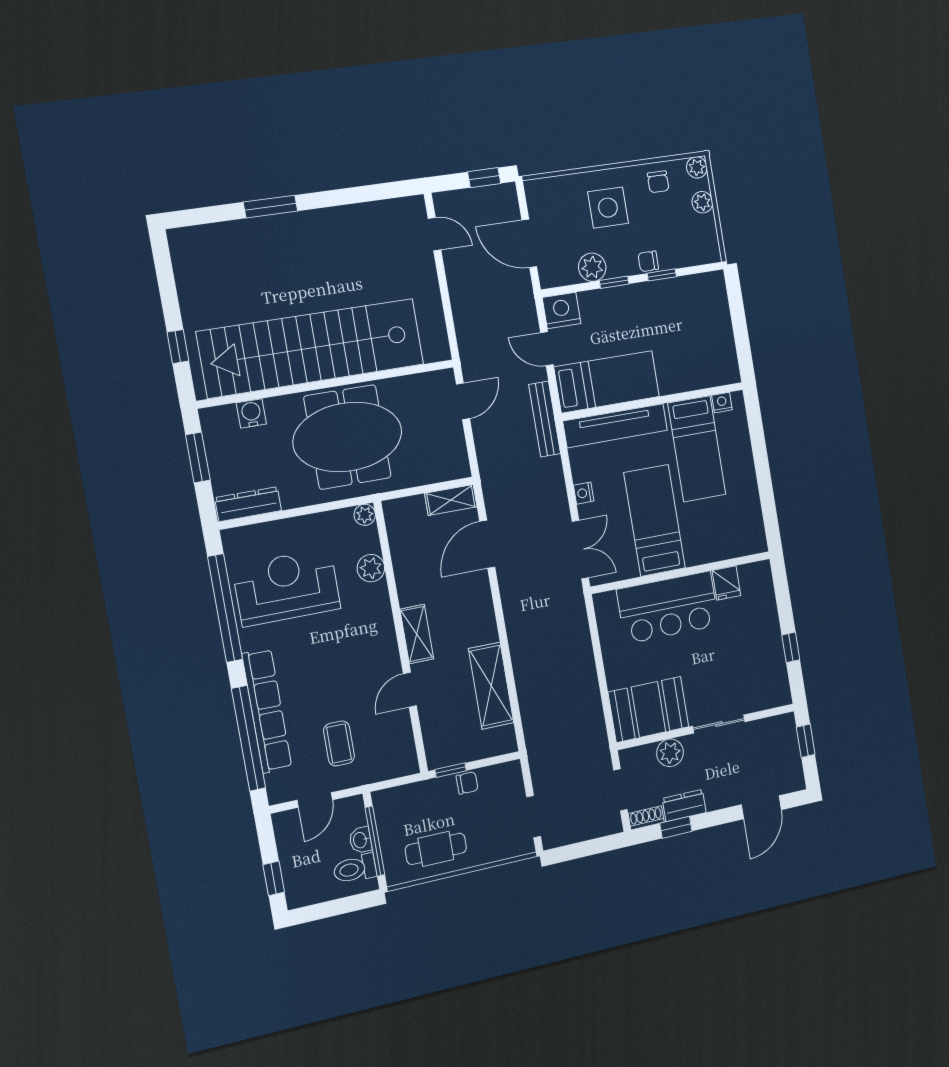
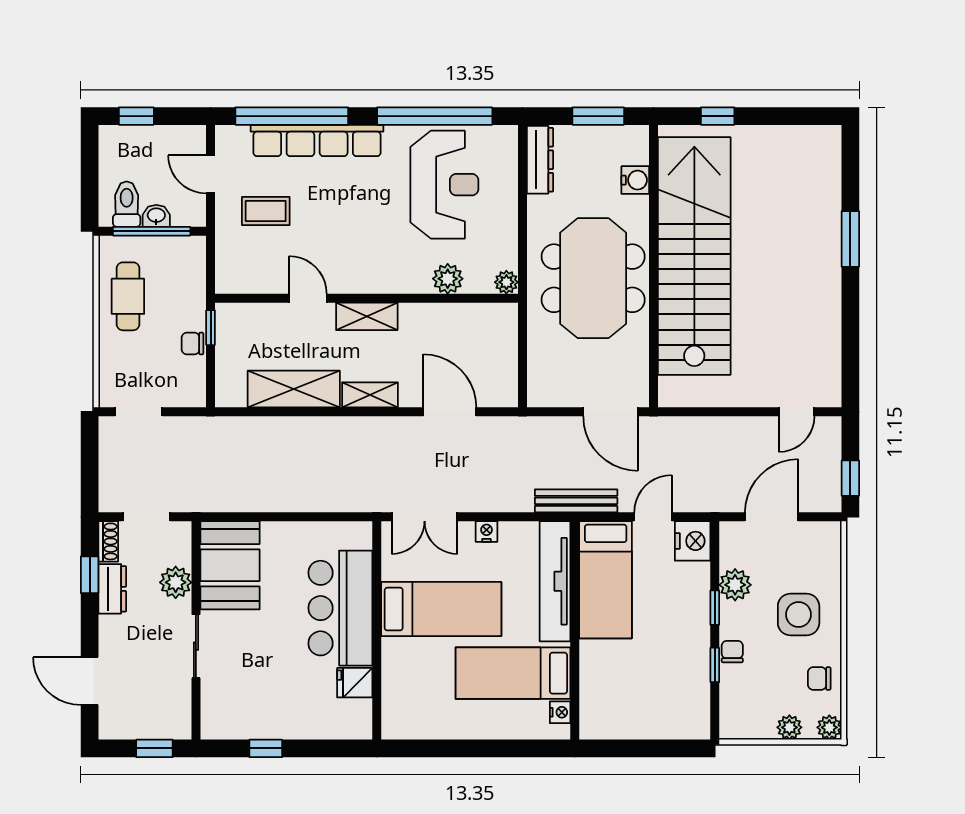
door: (463, 401) -> (611, 412), width x1.38
shelving: (451, 500) -> (370, 395), moved, turned 90
chair: (467, 783) -> (193, 344), turned 90

